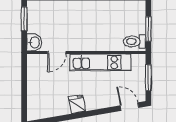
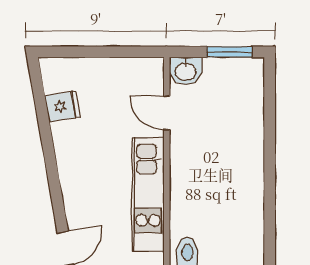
fridge: (77, 104) -> (63, 106), moved

